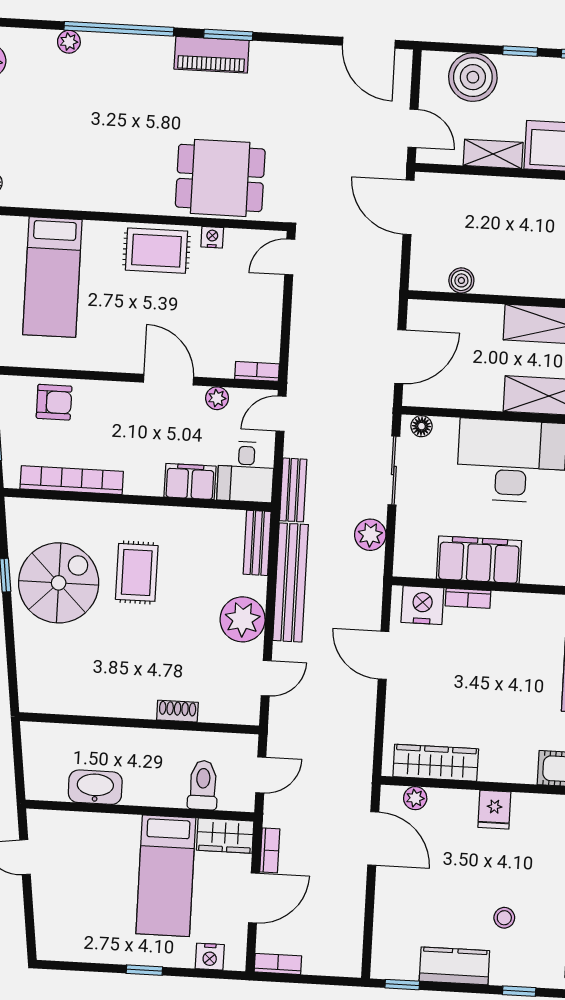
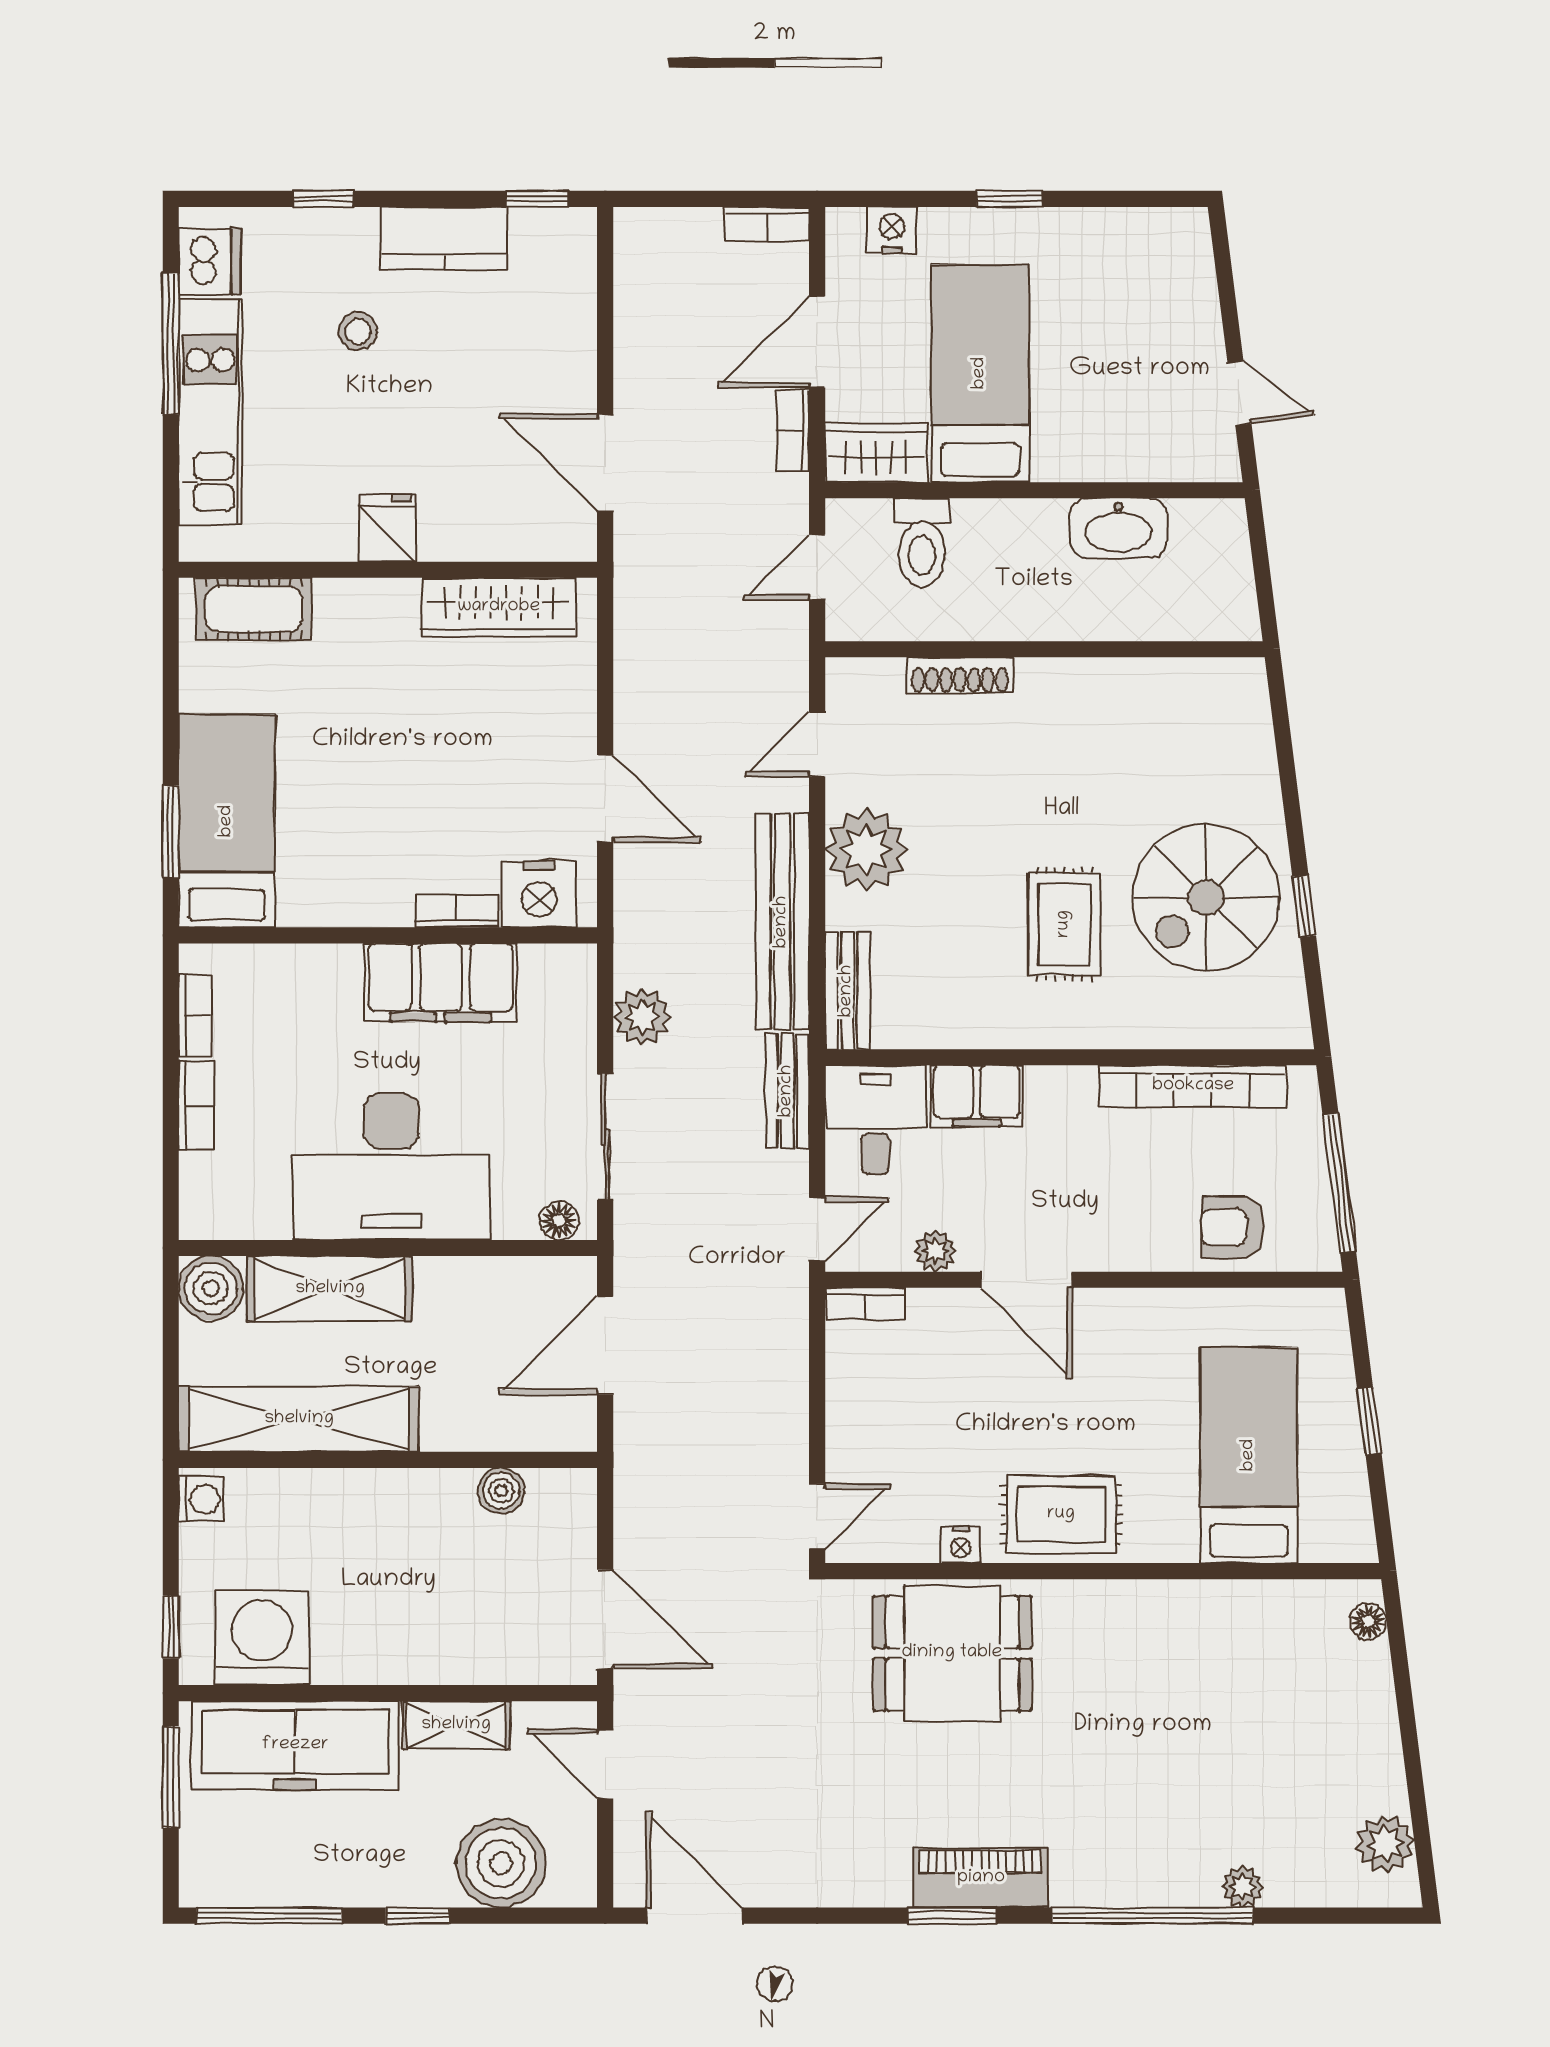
shoe rack: (177, 711) -> (960, 675), width x1.43
plant: (415, 798) -> (533, 541), removed

